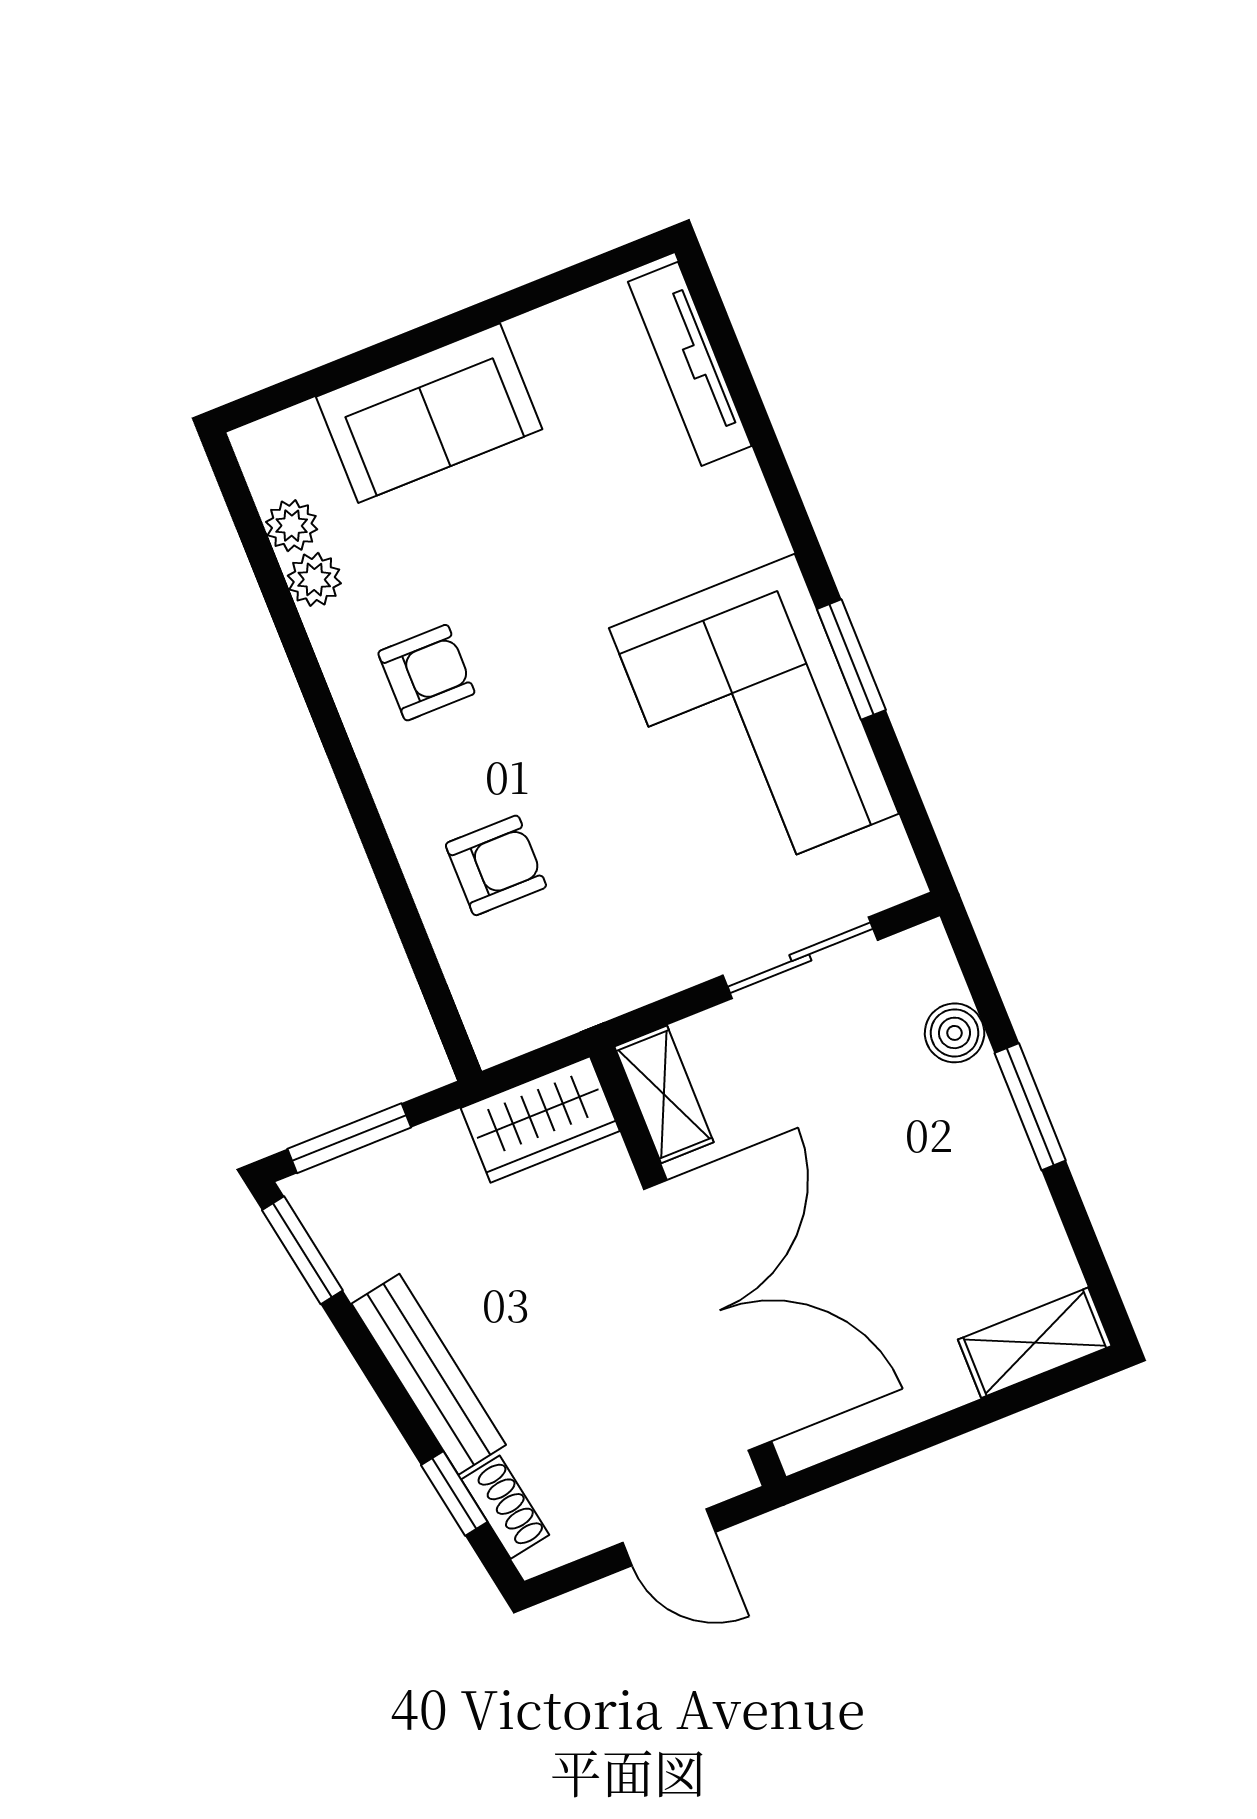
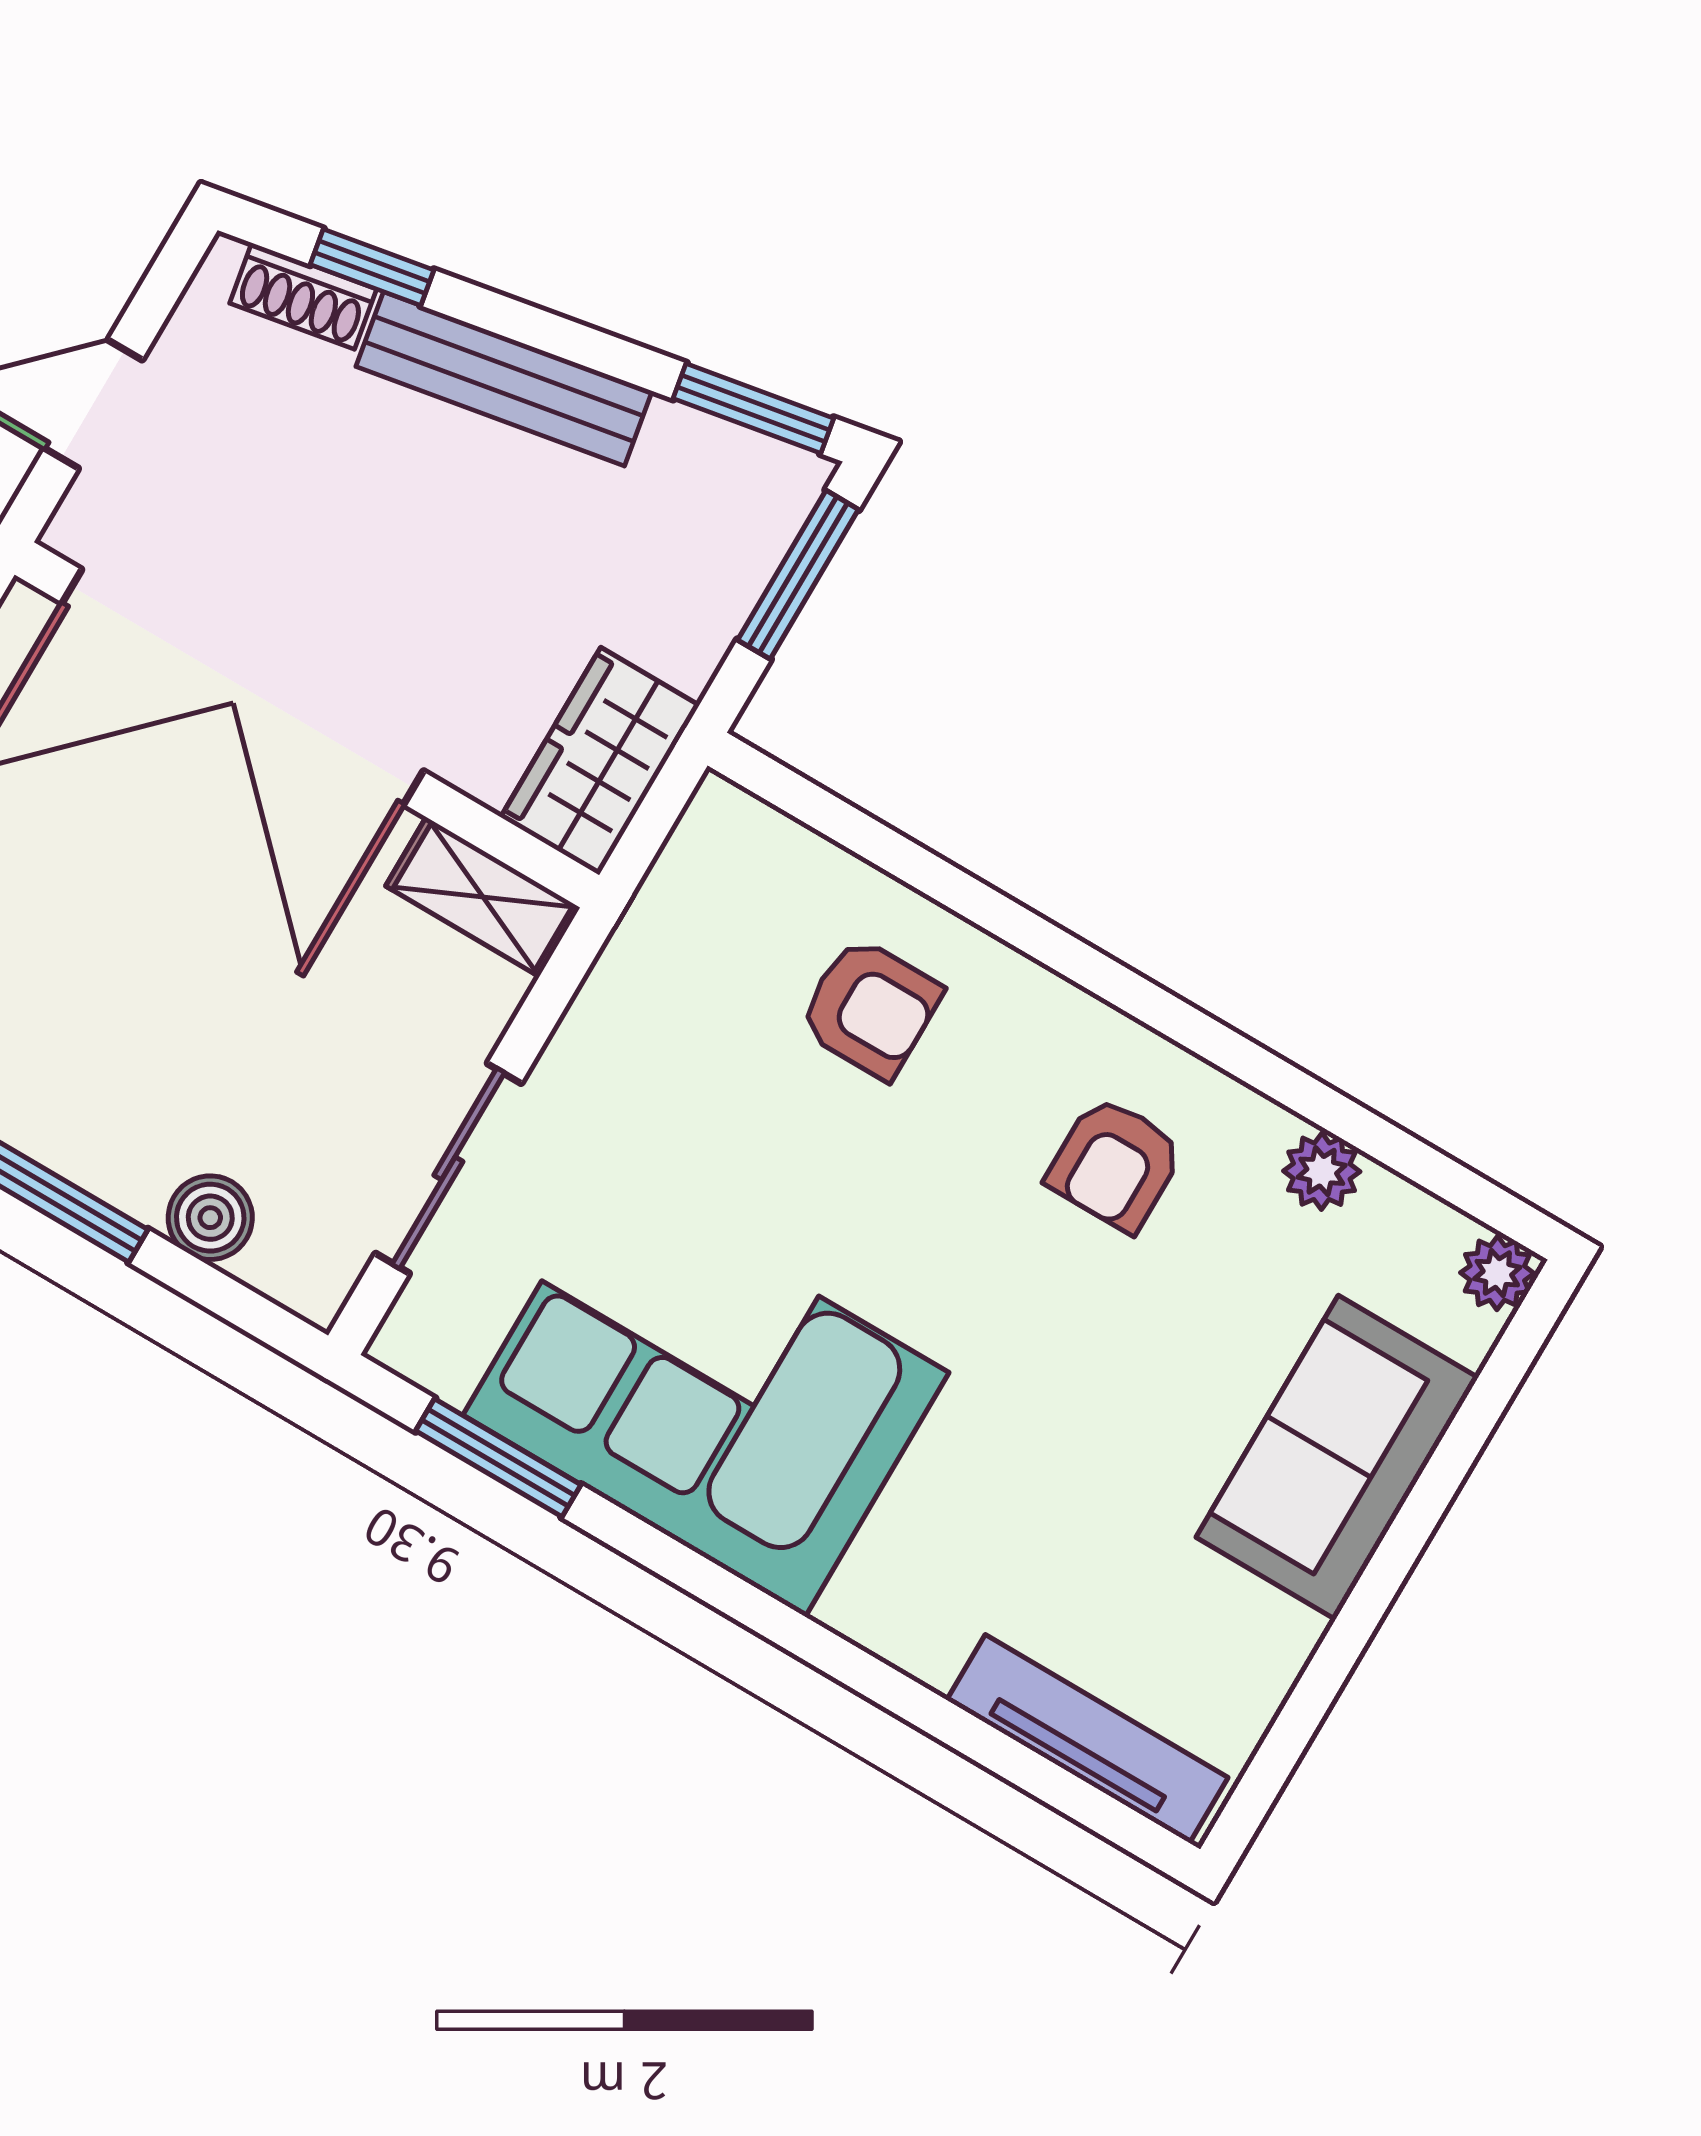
plant: (292, 526) -> (1497, 1273), moved
window: (851, 659) -> (498, 1458), moved
armchair: (496, 865) -> (870, 1008), turned -90

